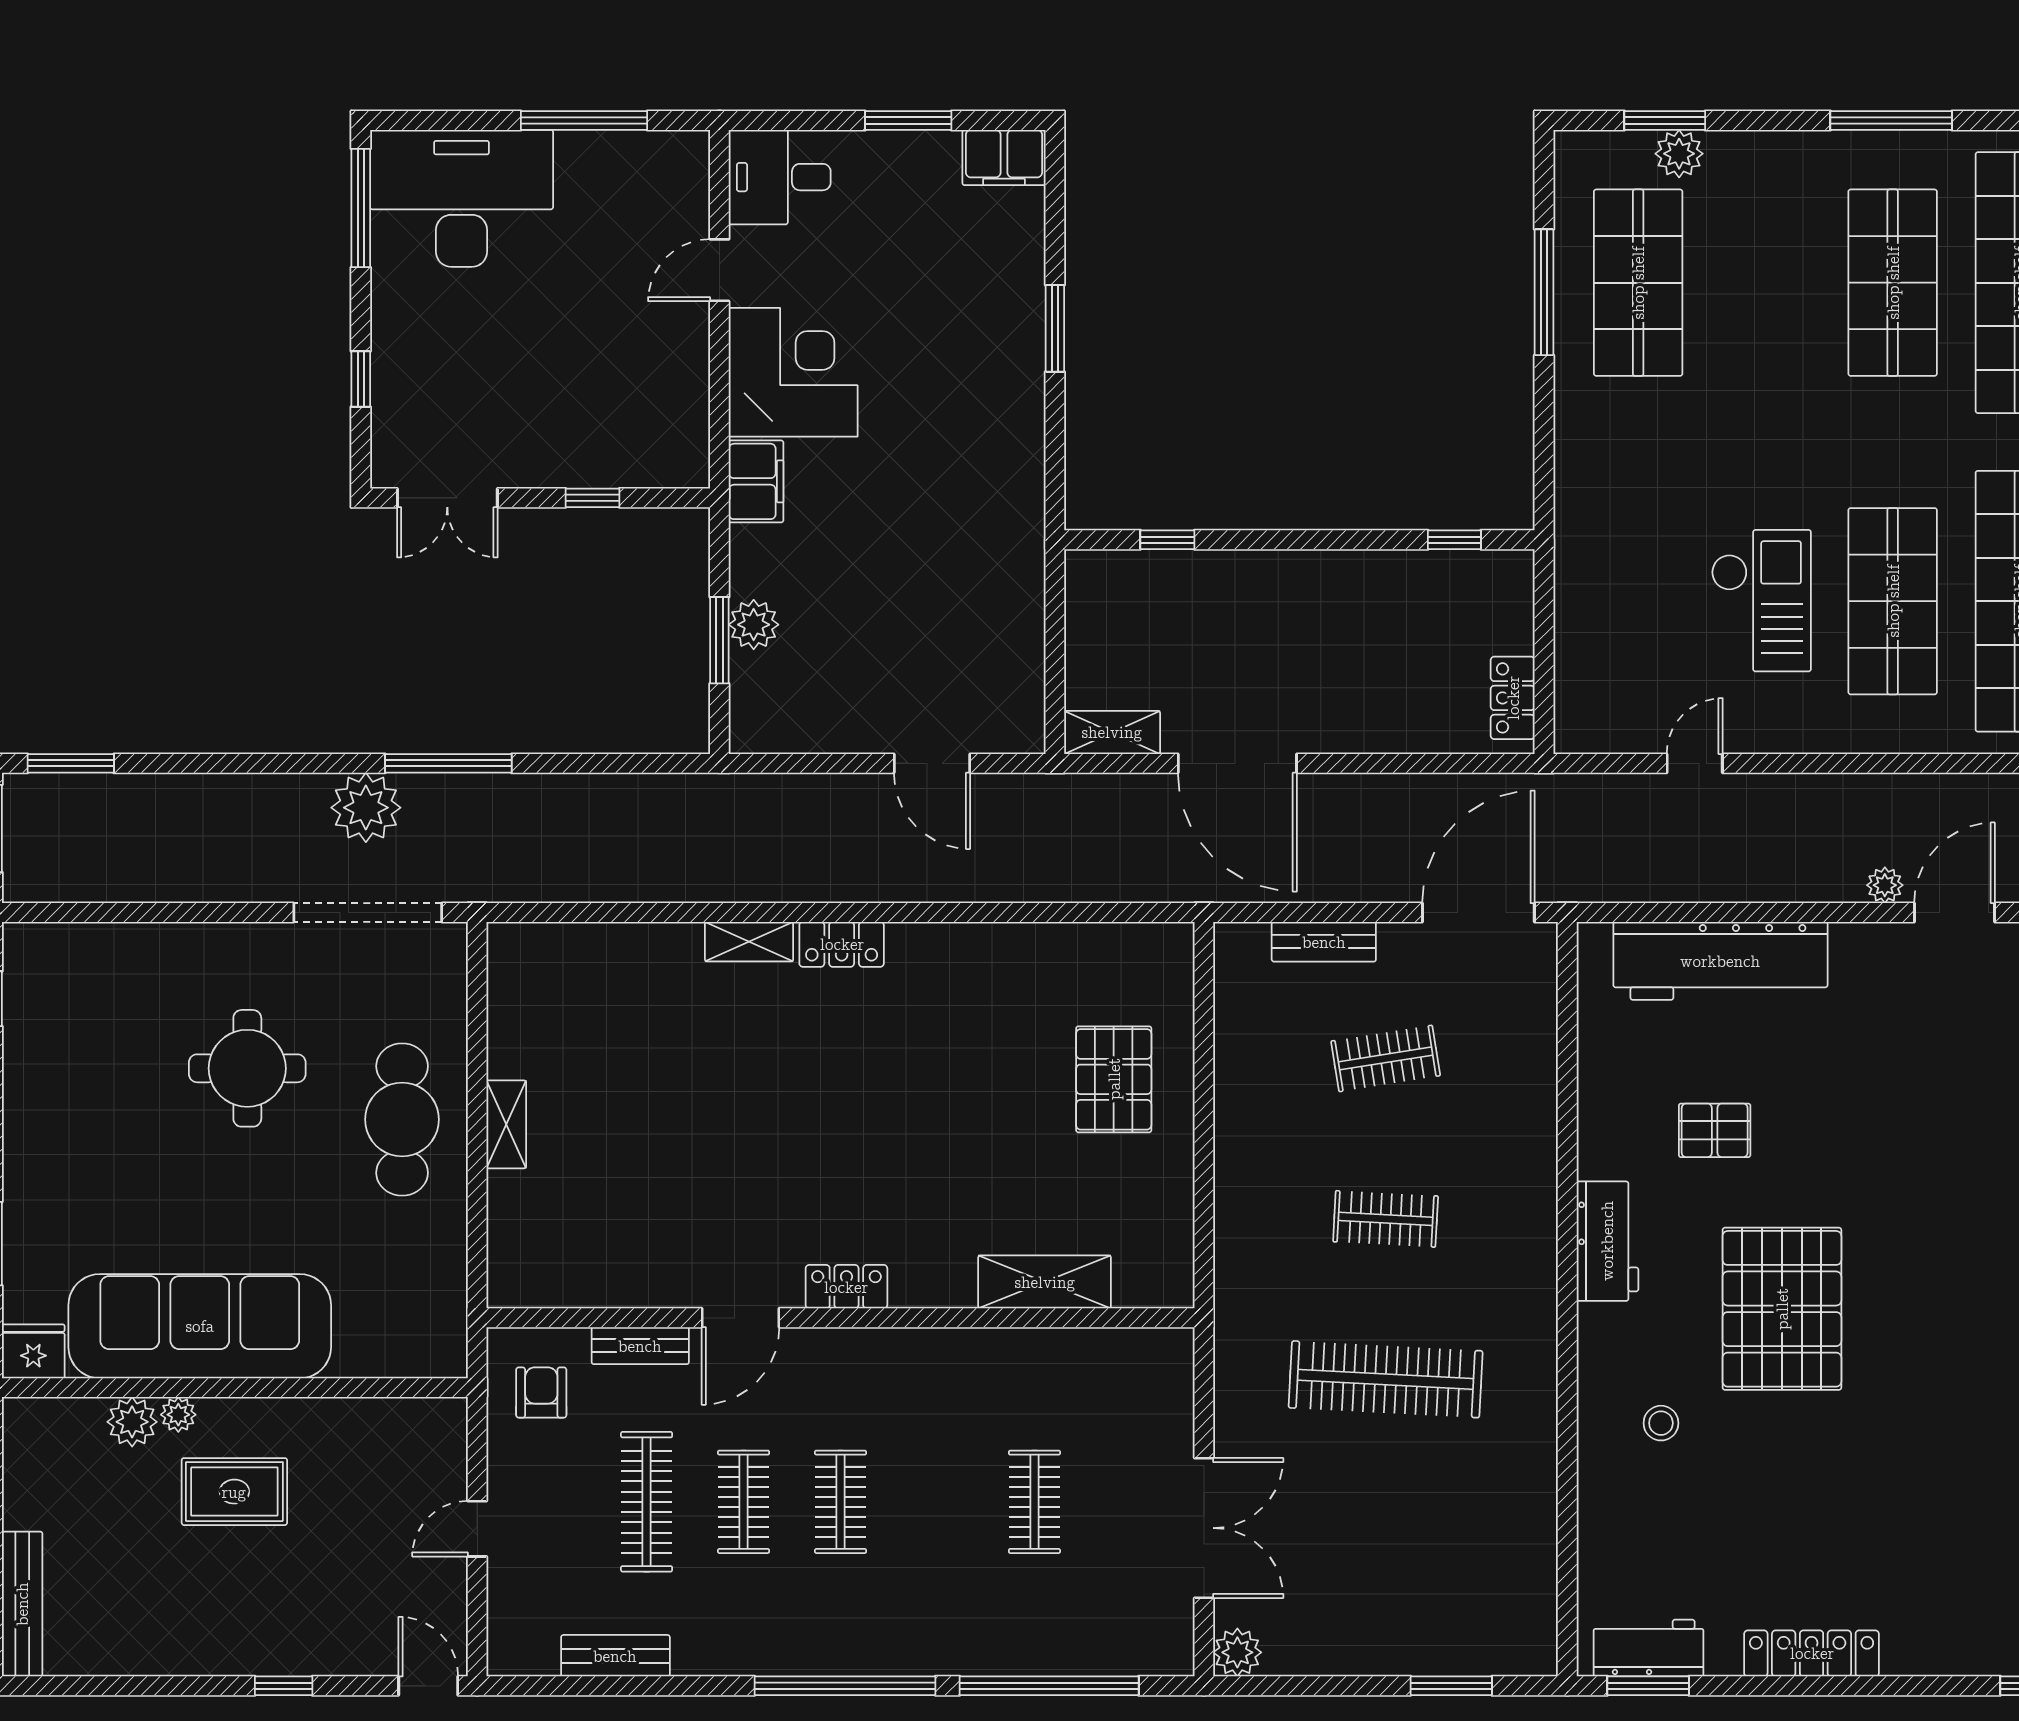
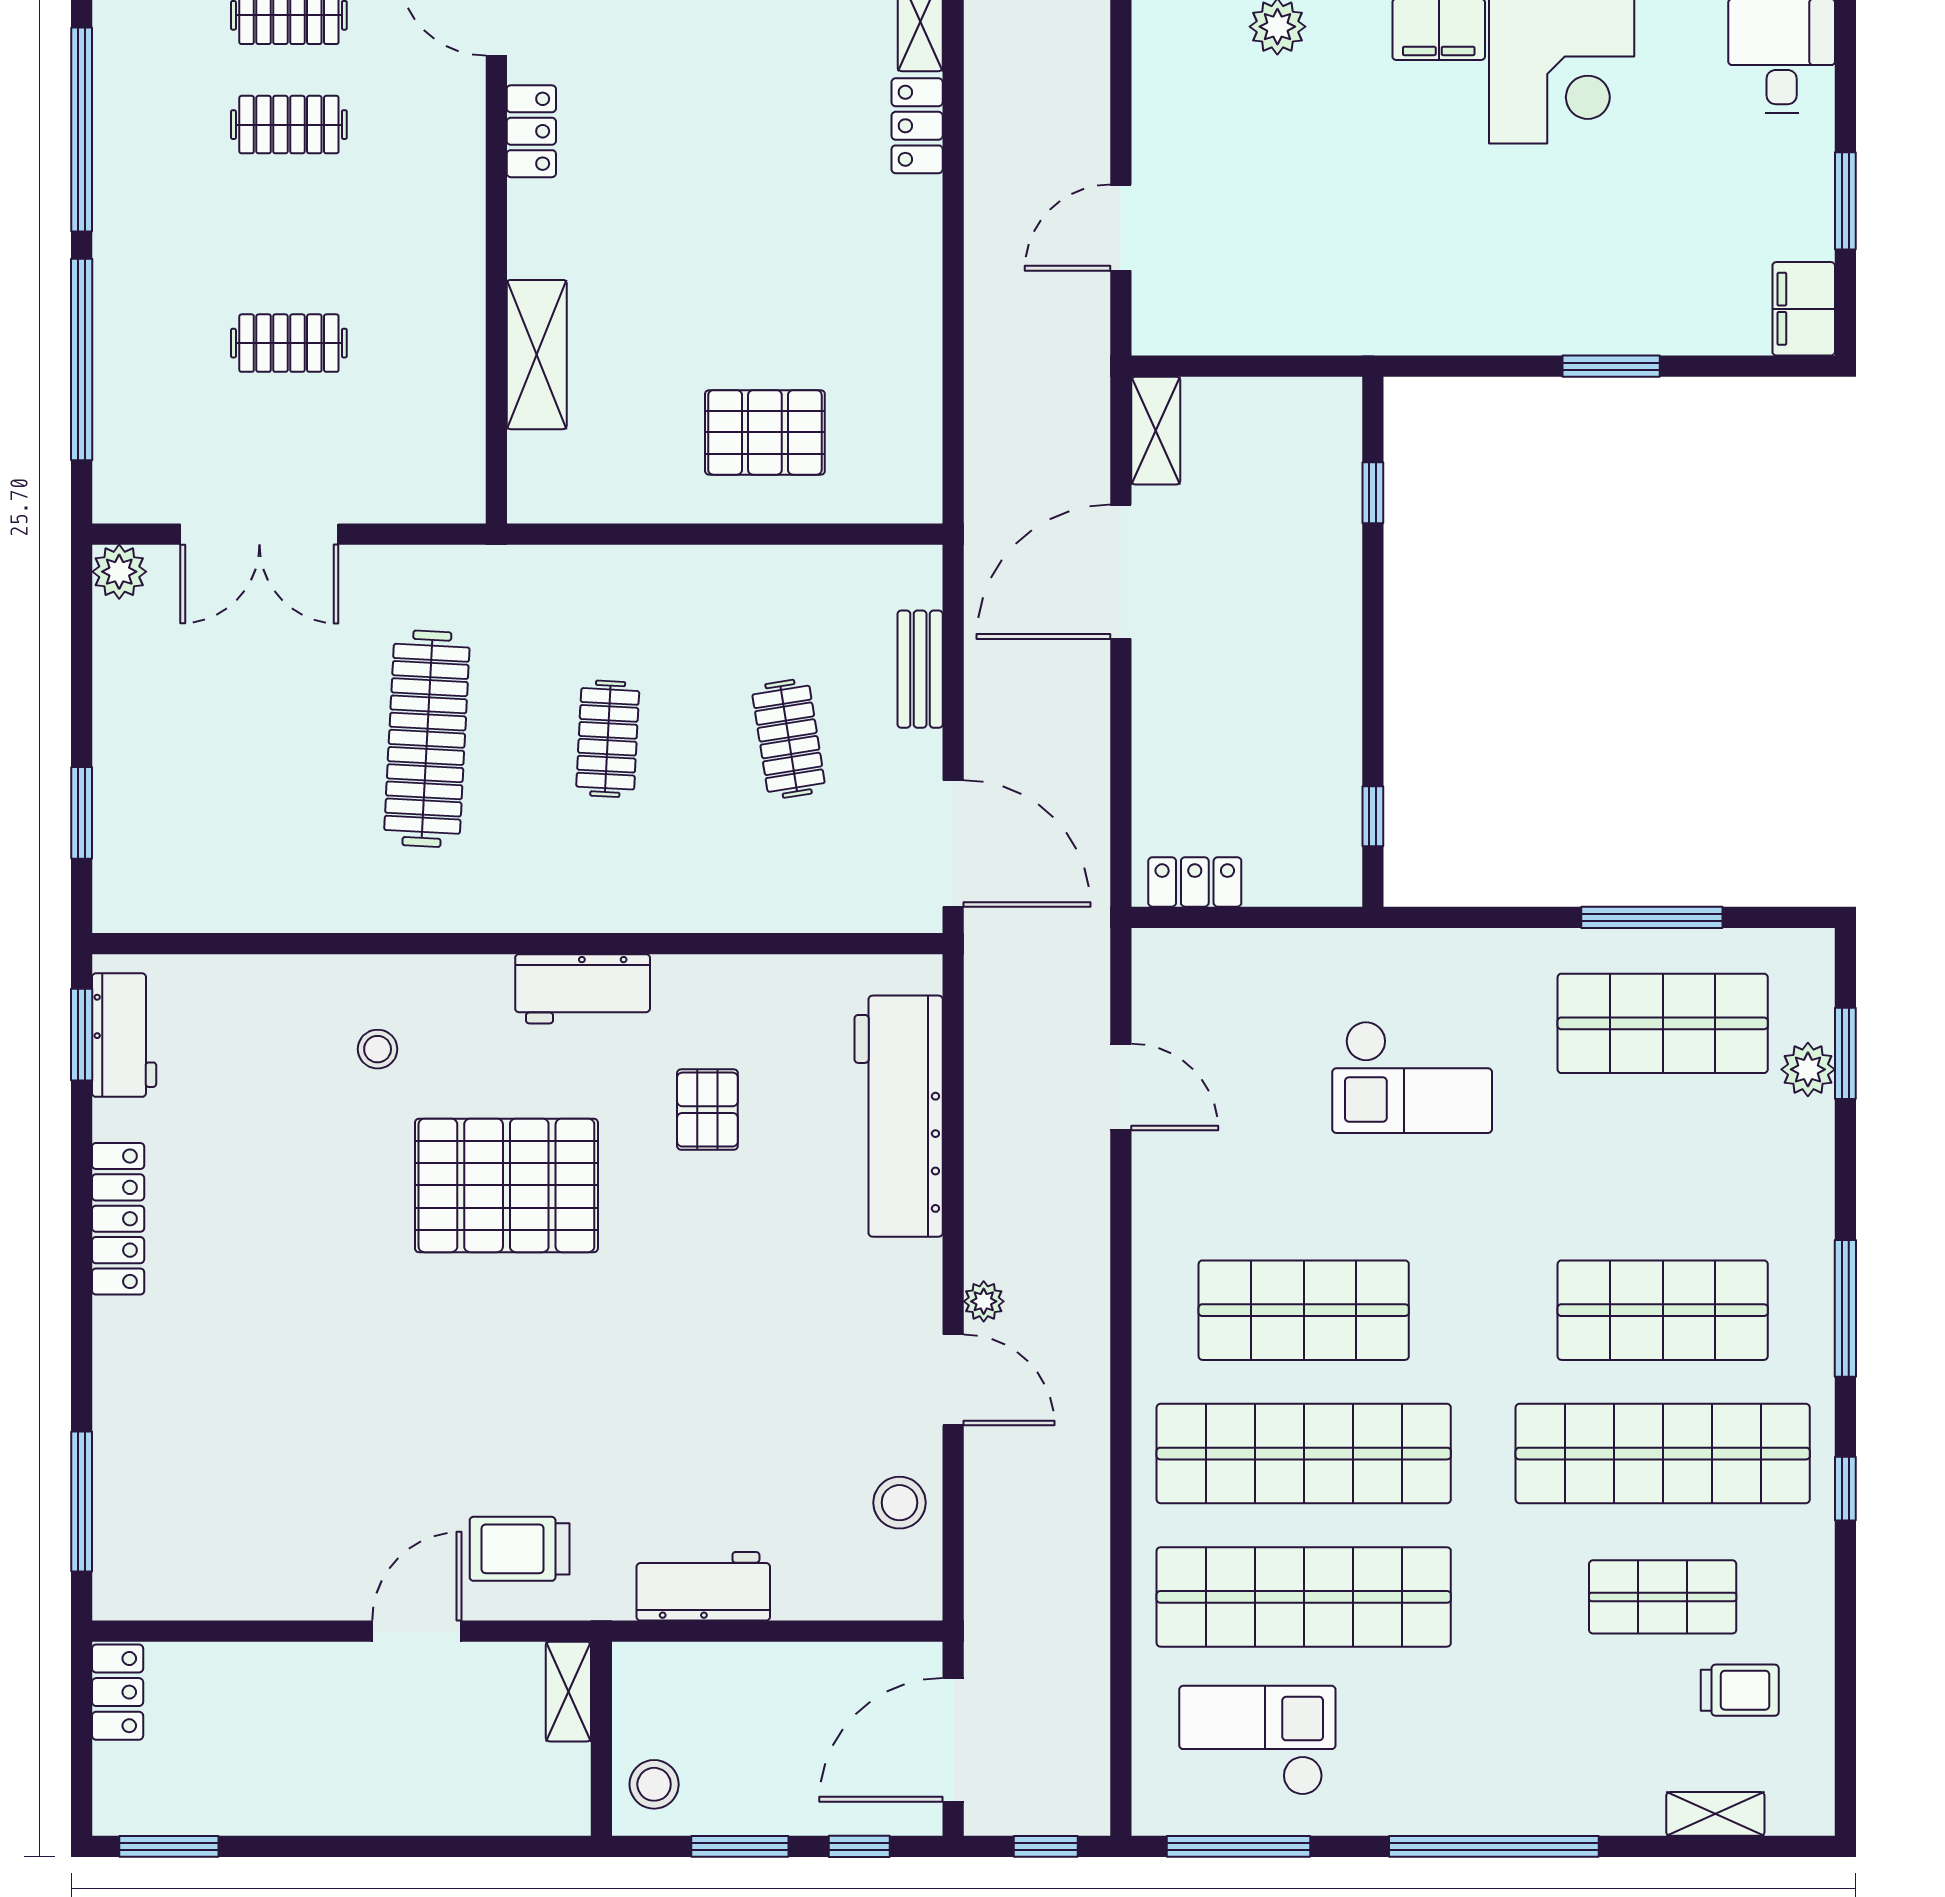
checkout: (1761, 601) -> (1412, 1077), moved
door: (1695, 763) -> (1121, 1087), width x1.38

